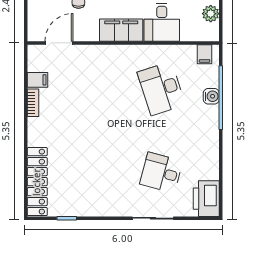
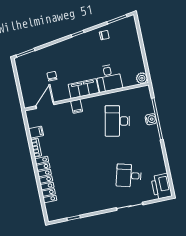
plant: (211, 14) -> (142, 78), moved
filing cabinet: (205, 54) -> (77, 106), moved
desk: (161, 89) -> (117, 121), turned 30
locker: (37, 182) -> (46, 180), moved

